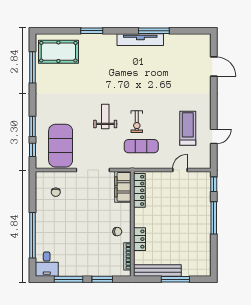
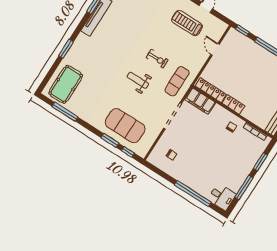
exercise mat: (61, 146) -> (125, 126), moved
exercise mat: (141, 146) -> (177, 81), moved
locker: (140, 239) -> (233, 104), moved

